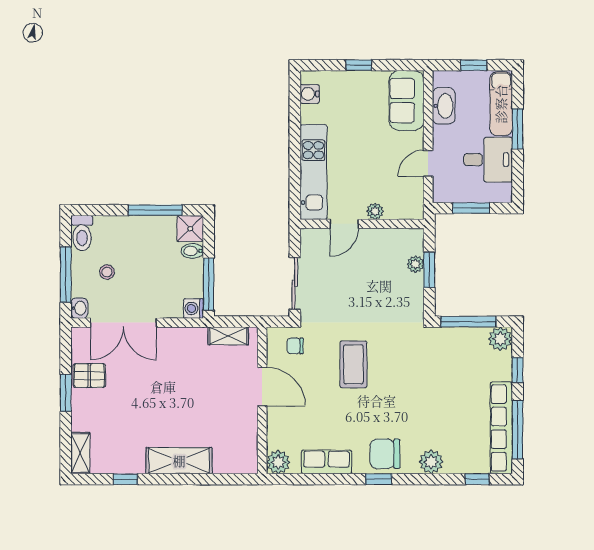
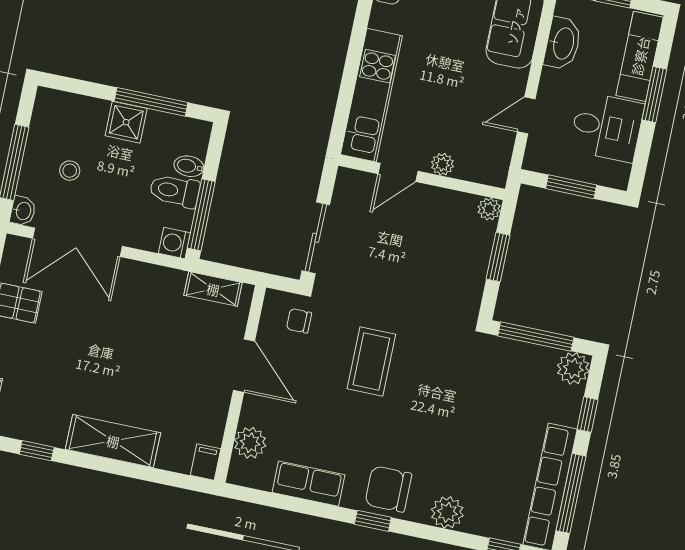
shower: (190, 229) -> (126, 122), moved
toilet: (82, 233) -> (175, 191), moved, turned 90
plant: (416, 264) -> (489, 209), moved
filing cabinet: (249, 462) -> (206, 462), added
plant: (278, 462) -> (250, 443), moved

